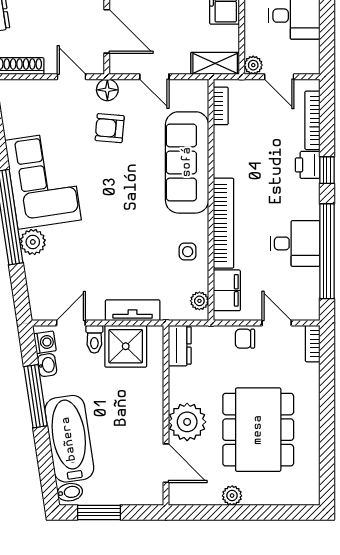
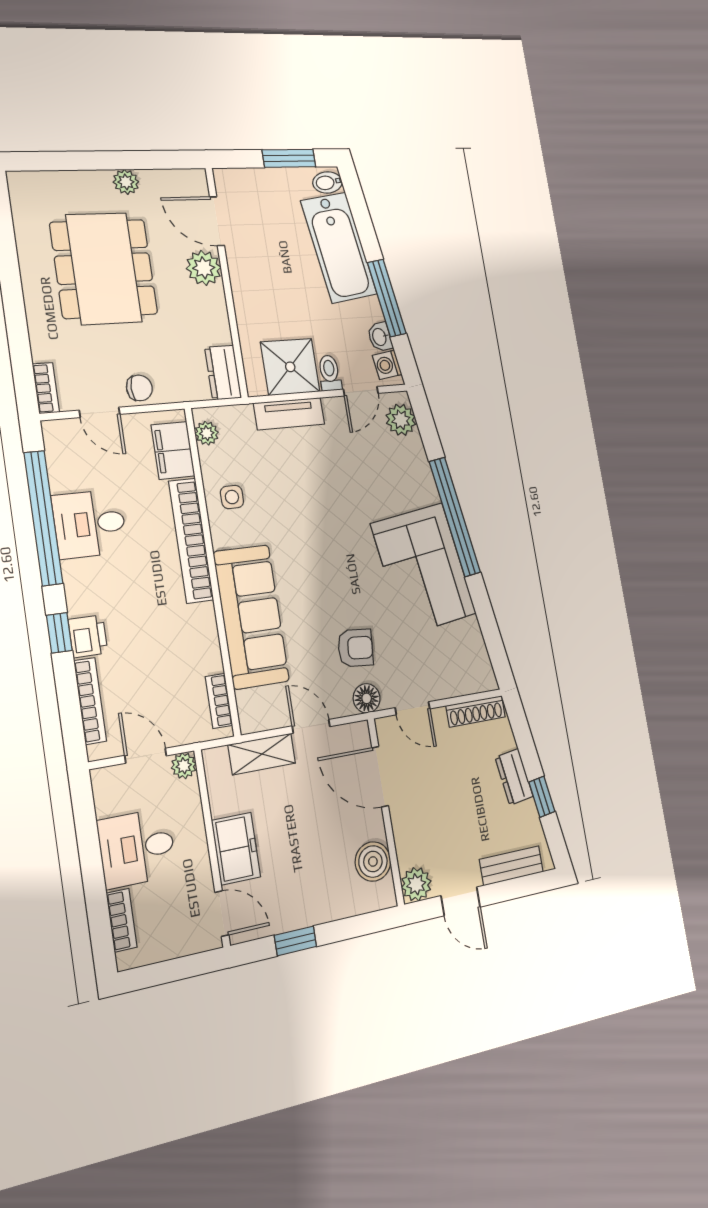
shelving: (215, 63) -> (262, 754), moved
plant: (33, 242) -> (401, 420), moved
plant: (187, 422) -> (204, 268), width x0.73, depth x0.73

